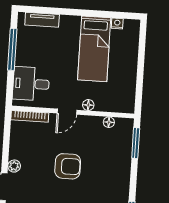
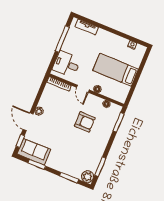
bed: (94, 49) -> (115, 70), moved, turned 90
door: (67, 112) -> (83, 89), hinge flipped
armchair: (68, 166) -> (85, 122), moved

